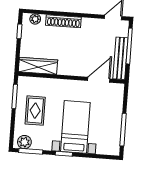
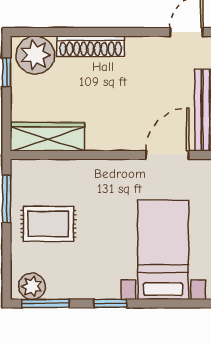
plant: (35, 19) -> (35, 55), width x1.88, depth x1.88
rug: (35, 111) -> (48, 224), turned 90
bed with nightstands: (75, 127) -> (163, 250), moved

